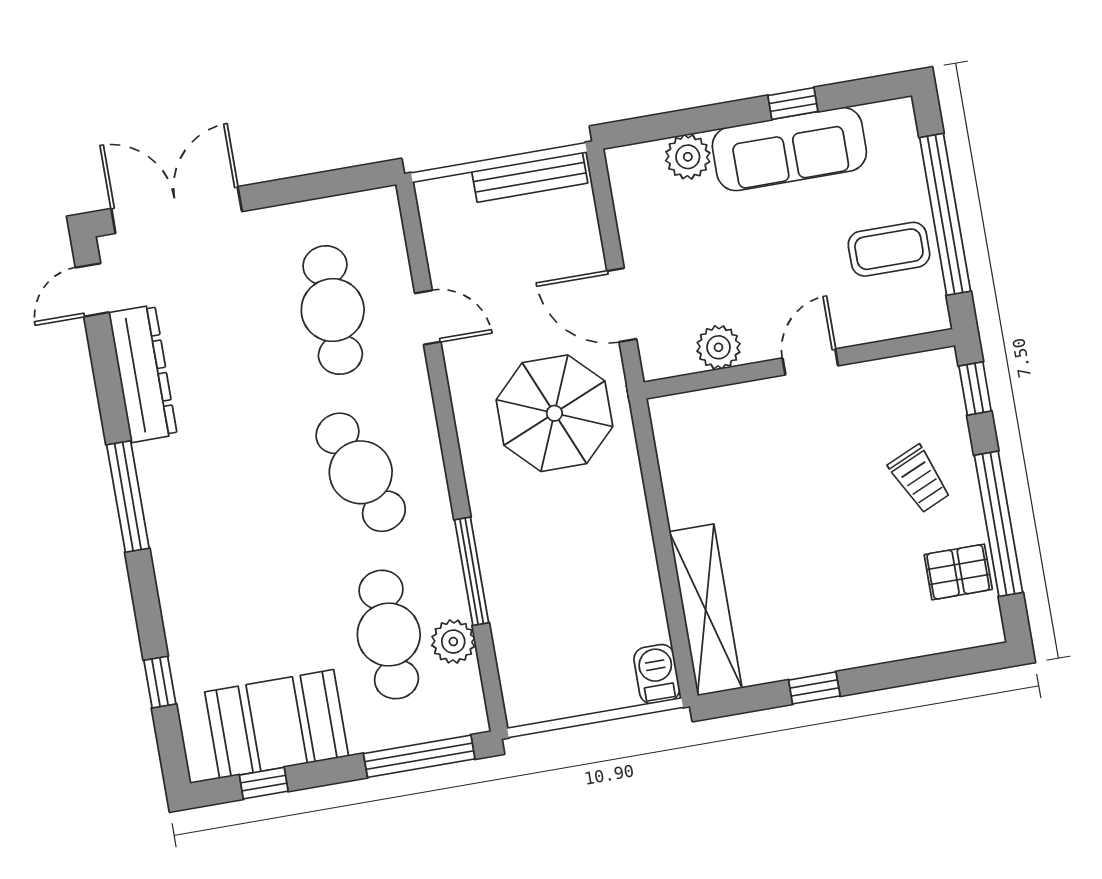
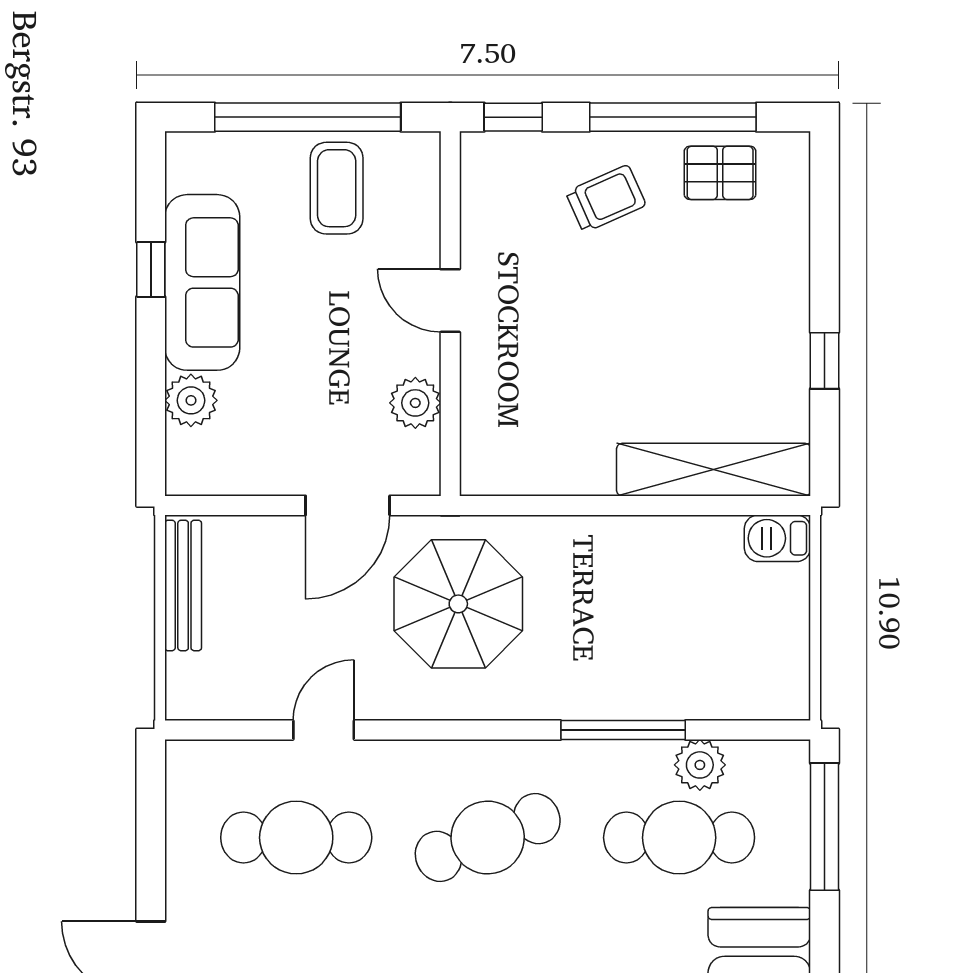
pallet: (958, 572) -> (720, 173), turned 90

